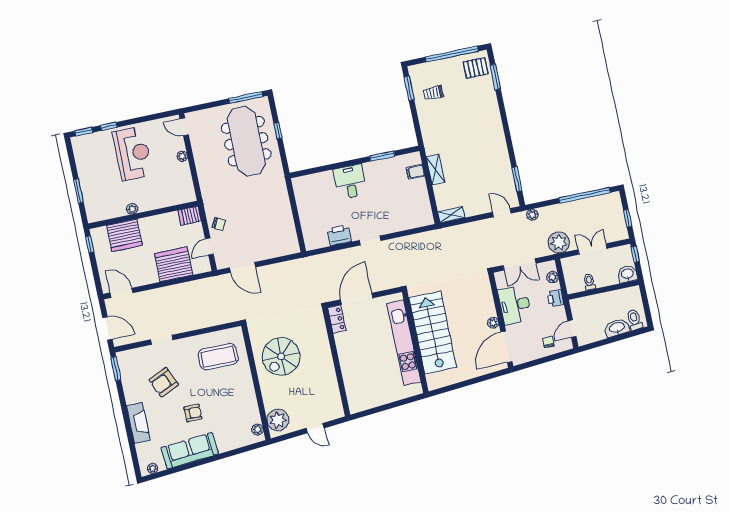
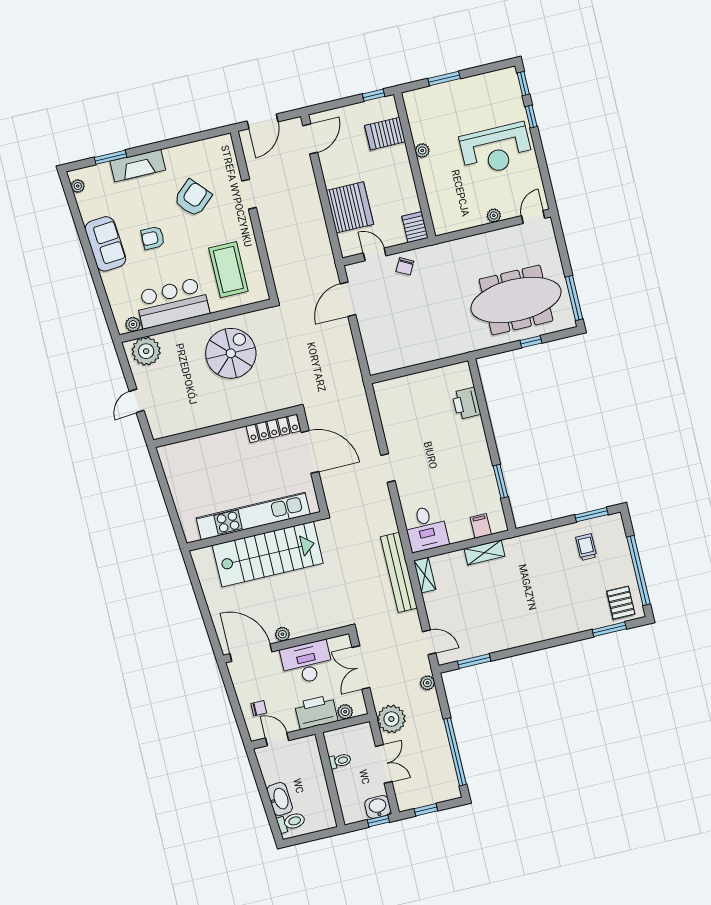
desk: (350, 182) -> (426, 529), moved, turned 90
door: (502, 213) -> (429, 642), hinge flipped
bench: (449, 234) -> (399, 572), added
server rack: (124, 235) -> (385, 134), width x0.62
printer: (339, 235) -> (466, 403), moved, turned 180
washbasin: (627, 274) -> (378, 807), moved, turned -90
printer: (556, 298) -> (316, 712), width x1.87, depth x1.48
locker: (337, 319) -> (273, 428), width x1.53
spiral stairs: (281, 356) -> (231, 353), turned 90
window: (116, 369) -> (111, 157), moved
armchair: (164, 382) -> (193, 198), turned 72
bar counter: (242, 399) -> (172, 303), added
armchair: (193, 413) -> (153, 238), turned 90
sofa: (190, 451) -> (105, 244), width x0.73

